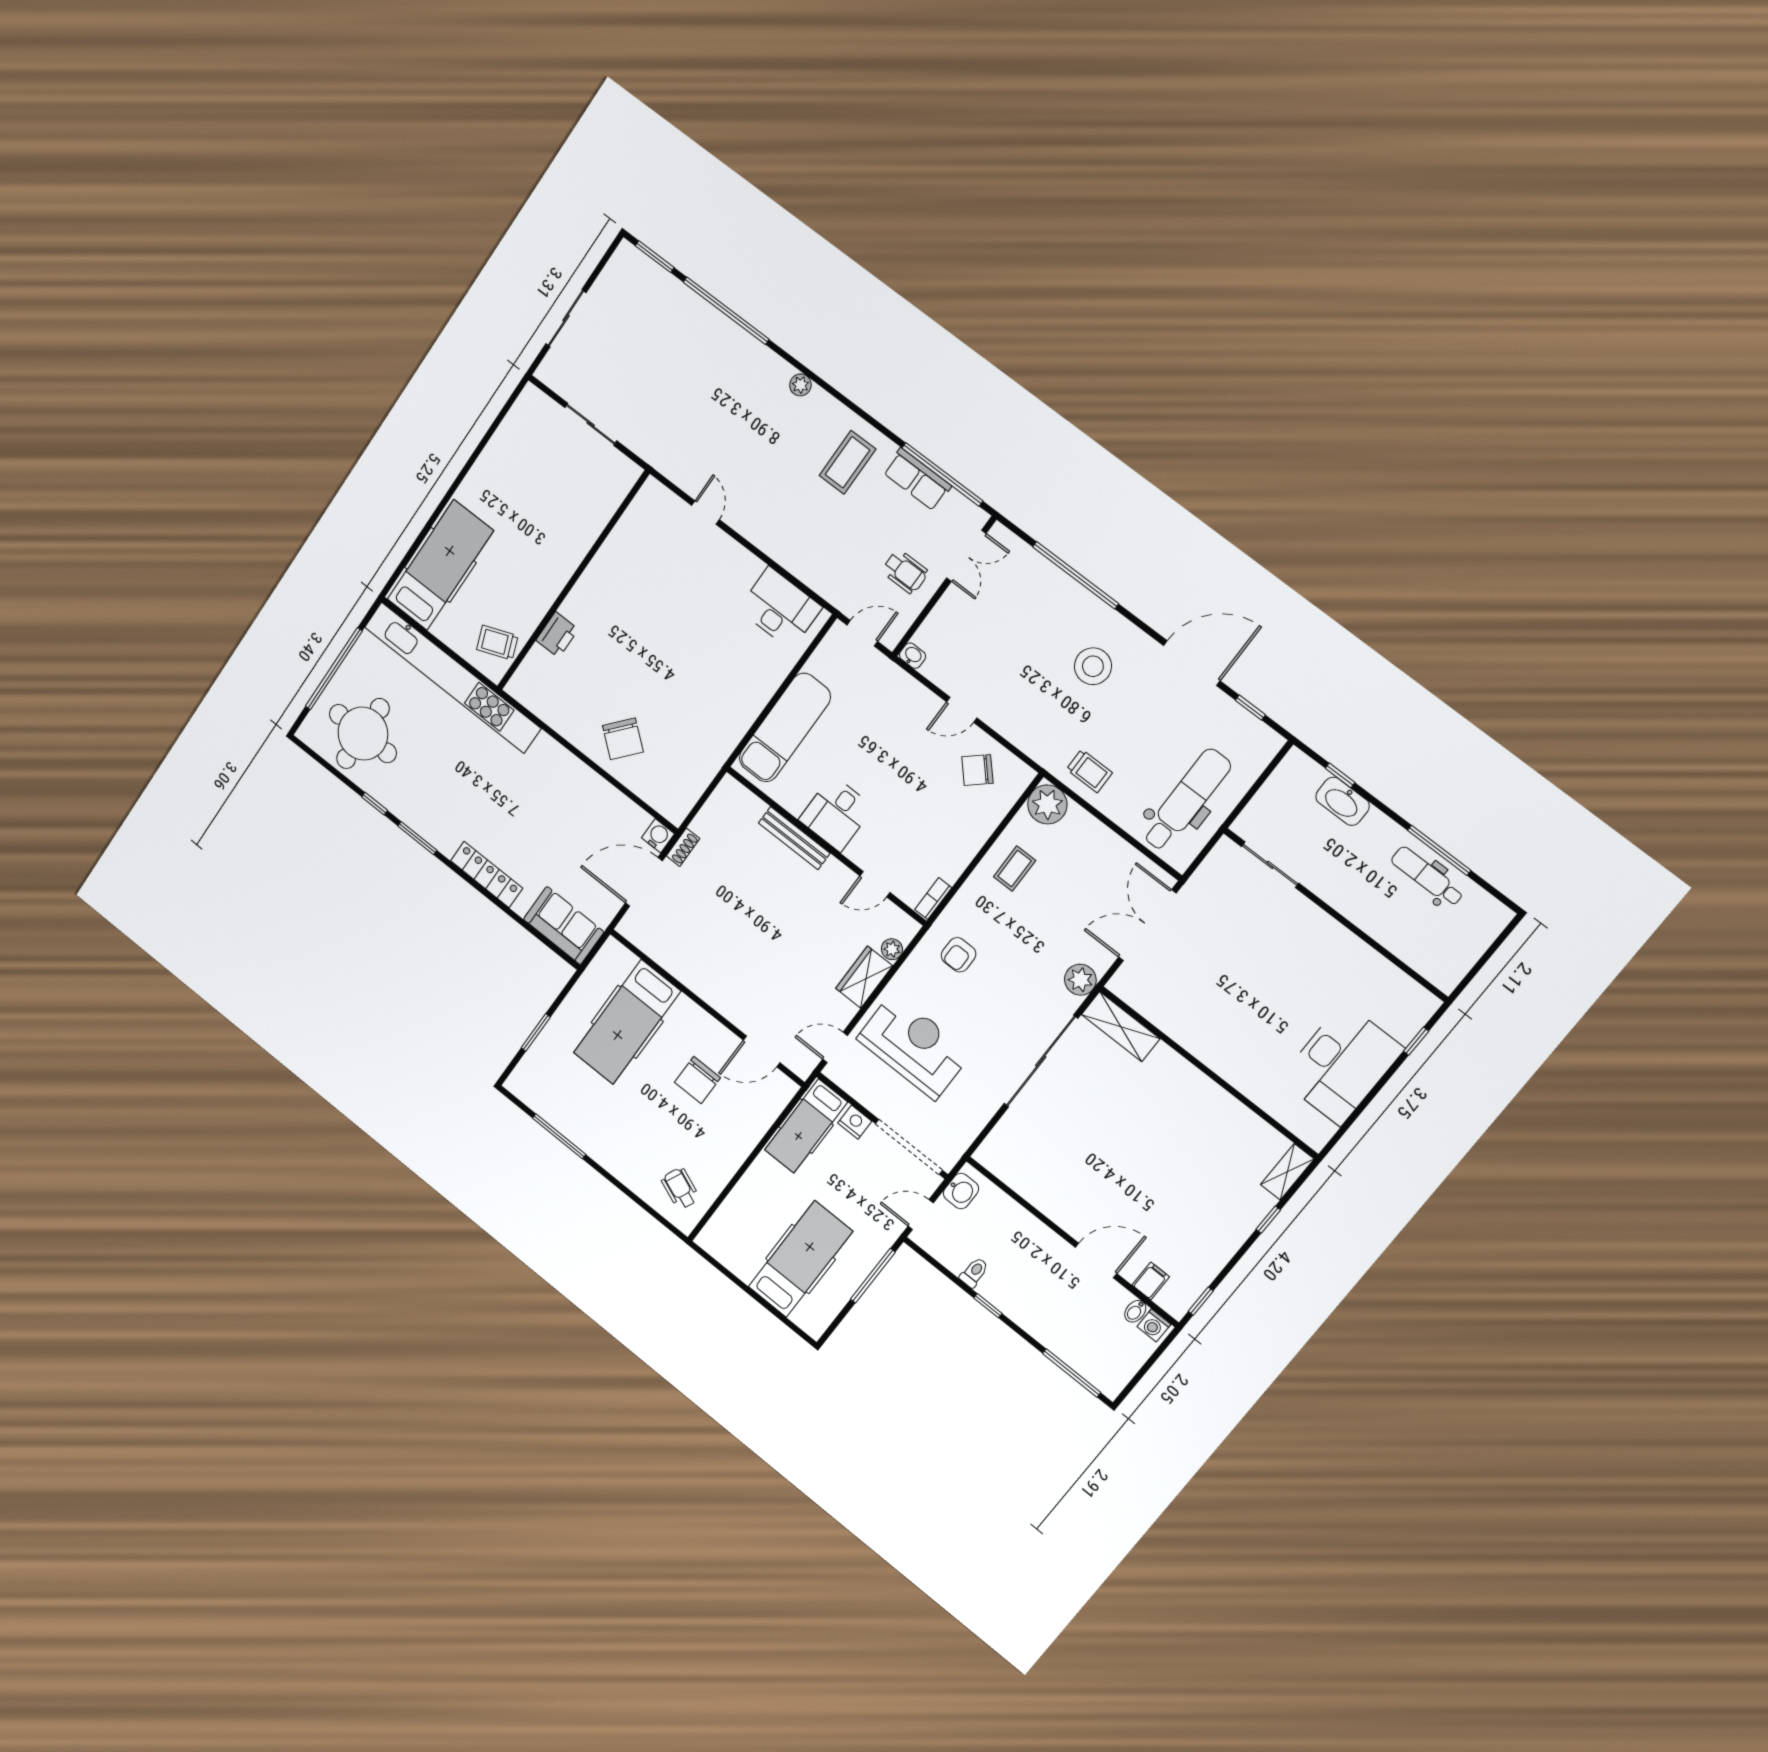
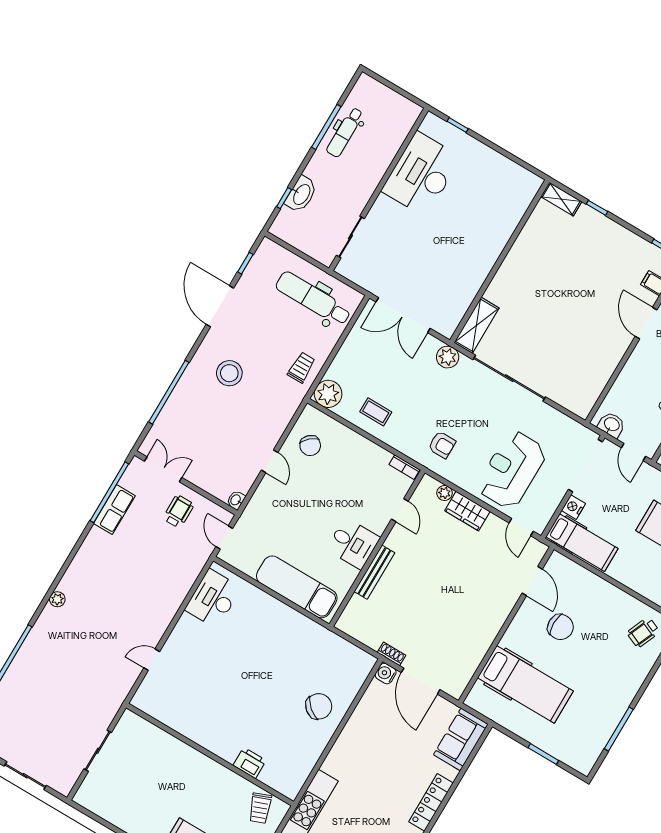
coffee table: (848, 462) -> (107, 560), removed
desk: (1342, 1064) -> (421, 174), moved, turned -90

